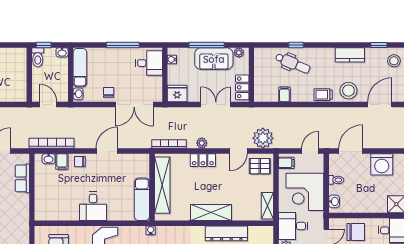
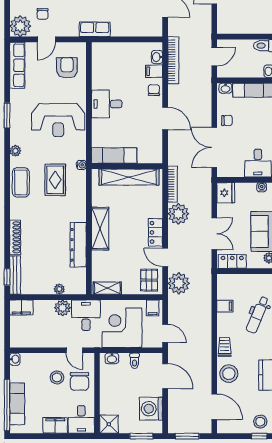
plant: (202, 143) -> (178, 214), width x1.88, depth x1.88
locker: (203, 160) -> (155, 232), moved
row of seats: (22, 178) -> (95, 29), moved

